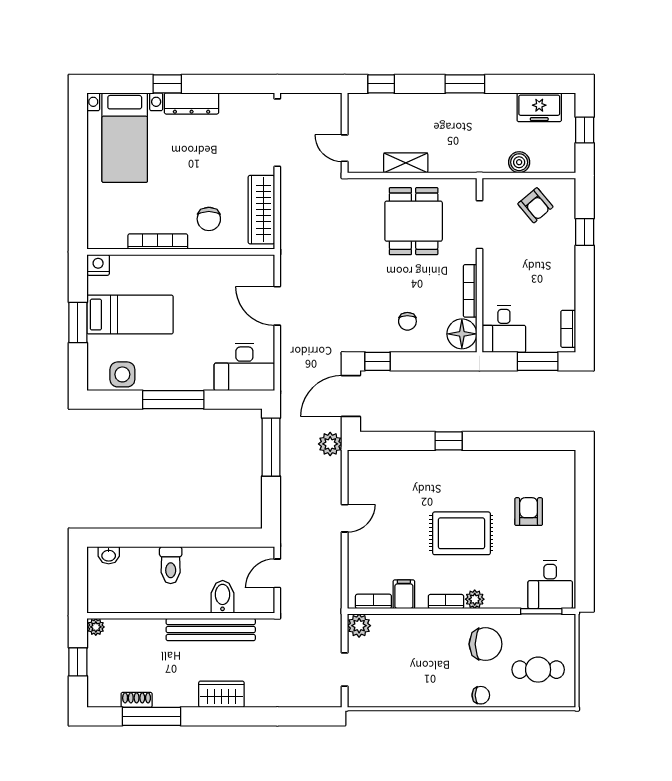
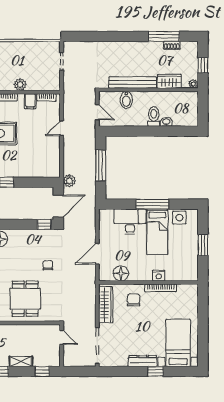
shelving: (406, 163) -> (21, 361), moved
nightstand: (98, 265) -> (159, 276), moved
floor lamp: (233, 269) -> (121, 273), added
door: (277, 306) -> (97, 254), swing flipped
bed: (130, 315) -> (157, 232), moved, turned -90
chair: (407, 321) -> (48, 265), moved
desk: (244, 367) -> (130, 221), moved
window: (271, 447) -> (101, 165), moved
door: (345, 518) -> (62, 128), moved
washbasin: (109, 555) -> (166, 122), moved
door: (277, 573) -> (97, 112), hinge flipped
plant: (359, 626) -> (20, 85), moved
wardrobe: (221, 694) -> (169, 81), moved, turned 180

